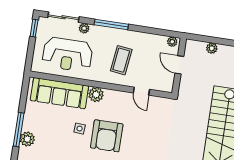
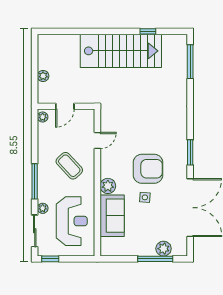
coffee table: (121, 60) -> (69, 166), turned 40
sofa: (59, 93) -> (112, 216), width x0.73

